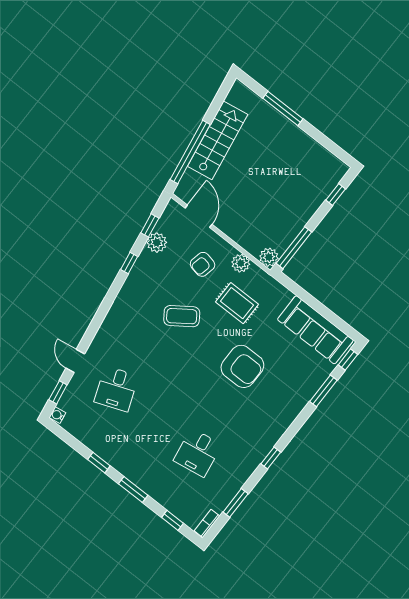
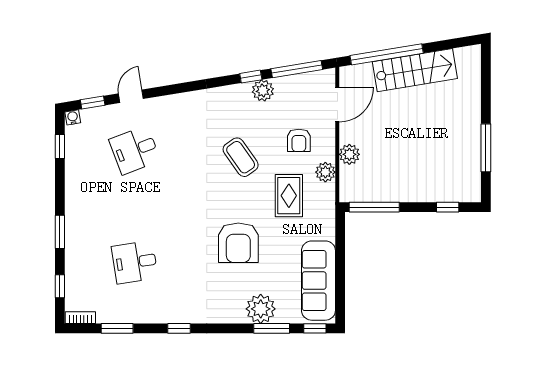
window: (283, 109) -> (486, 148), moved
window: (150, 225) -> (297, 69), width x2.17
plant: (157, 243) -> (263, 90), moved
plant: (269, 257) -> (349, 154), moved
armchair: (203, 264) -> (299, 140), turned -102
plant: (303, 388) -> (261, 309), added
window: (99, 463) -> (60, 146), moved

